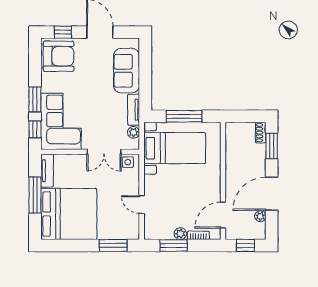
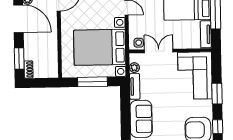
window: (35, 129) -> (218, 127), moved
bed with nightstands: (175, 148) -> (100, 47), width x1.36
door: (272, 194) -> (18, 19), hinge flipped

